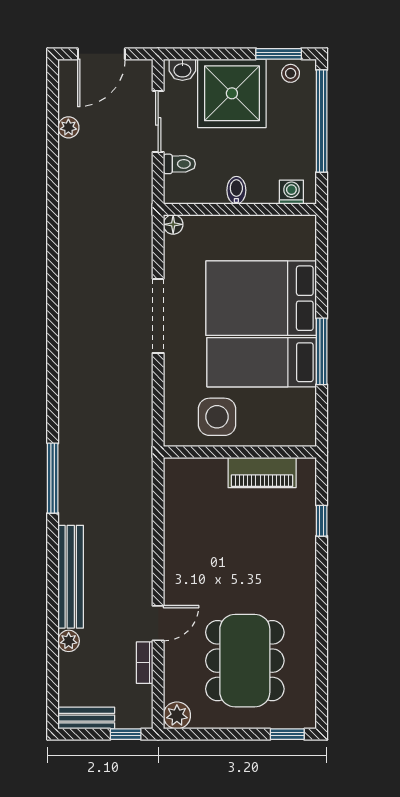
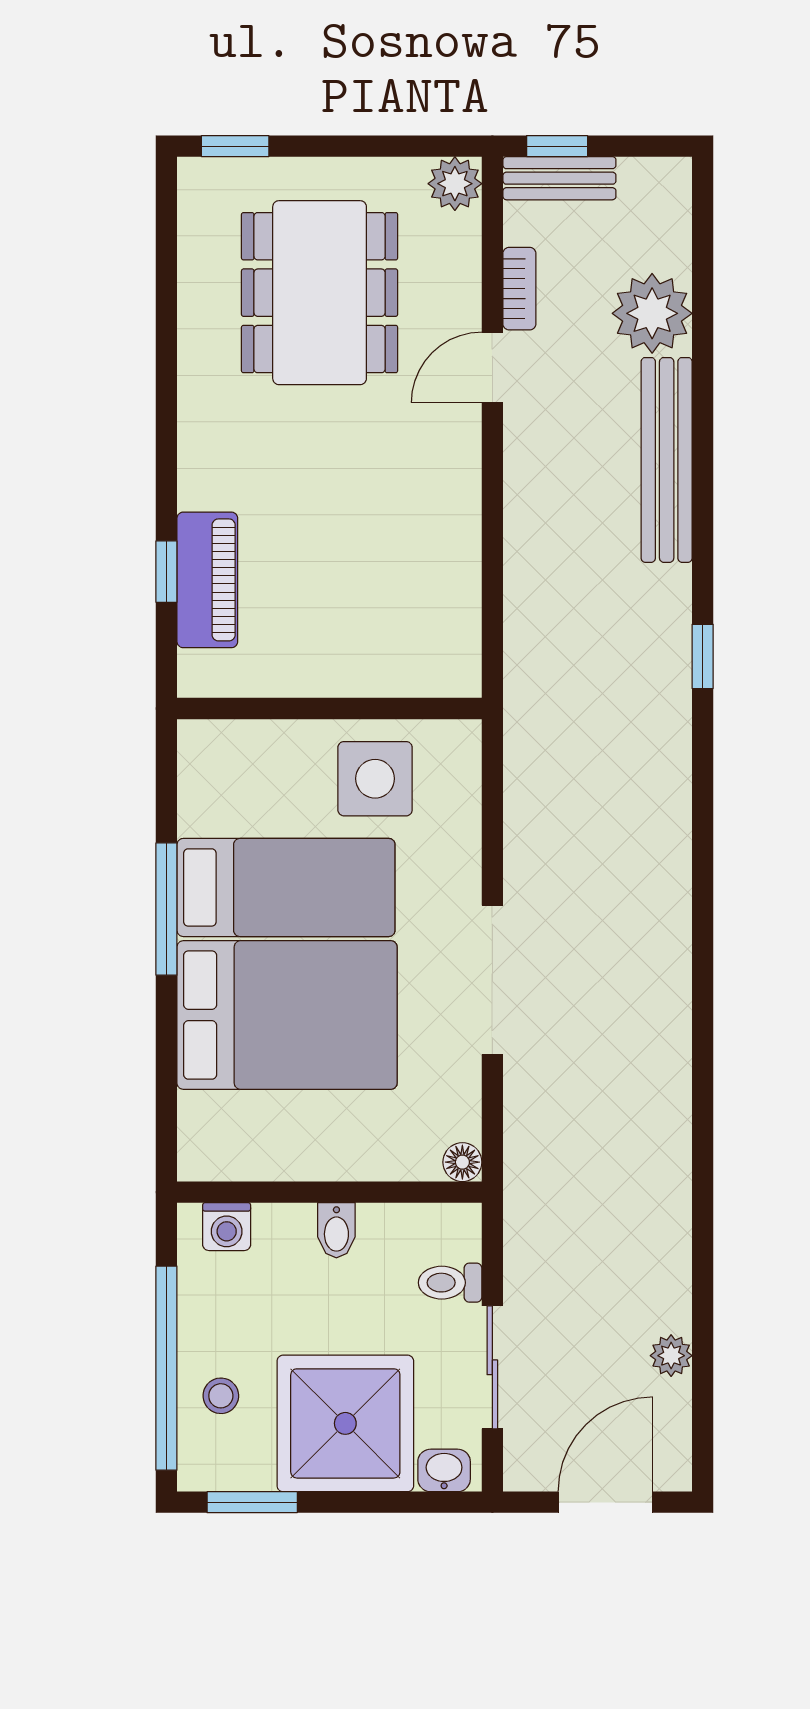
stool: (291, 73) -> (221, 1396), moved
piano: (262, 472) -> (207, 580), moved, turned 90
window: (53, 478) -> (703, 656), width x0.46
plant: (69, 641) -> (652, 313), width x1.88, depth x1.88
bench: (86, 718) -> (559, 178), moved

